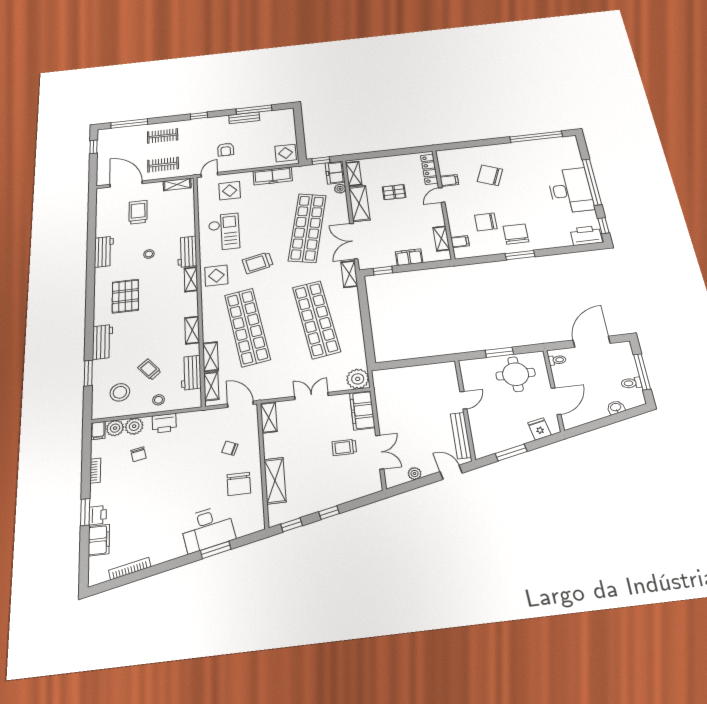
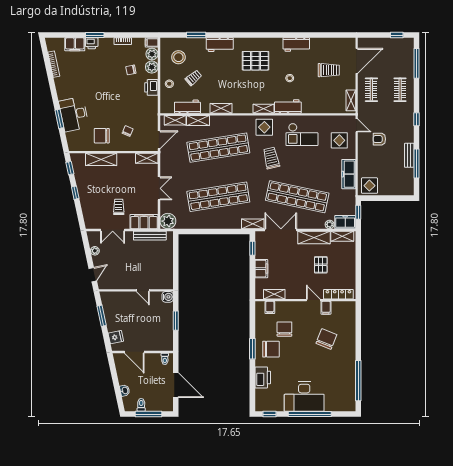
printer: (586, 236) -> (263, 377), moved
water cooler: (467, 367) -> (168, 297), added
round table: (516, 374) -> (158, 329), removed
bench: (461, 436) -> (150, 236), moved

